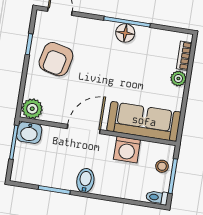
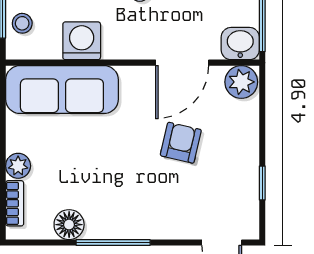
floor lamp: (125, 33) -> (69, 225), moved
armchair: (56, 59) -> (181, 143), moved, width x0.72, depth x0.72
door: (84, 129) -> (182, 63), moved

